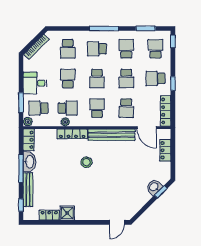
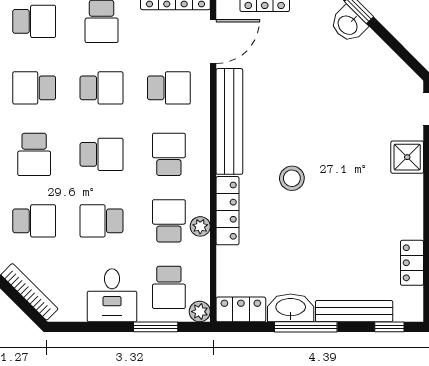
school desk: (155, 49) -> (34, 21), turned 180
school desk: (97, 108) -> (169, 154), turned 90
shower: (67, 213) -> (407, 157), moved

